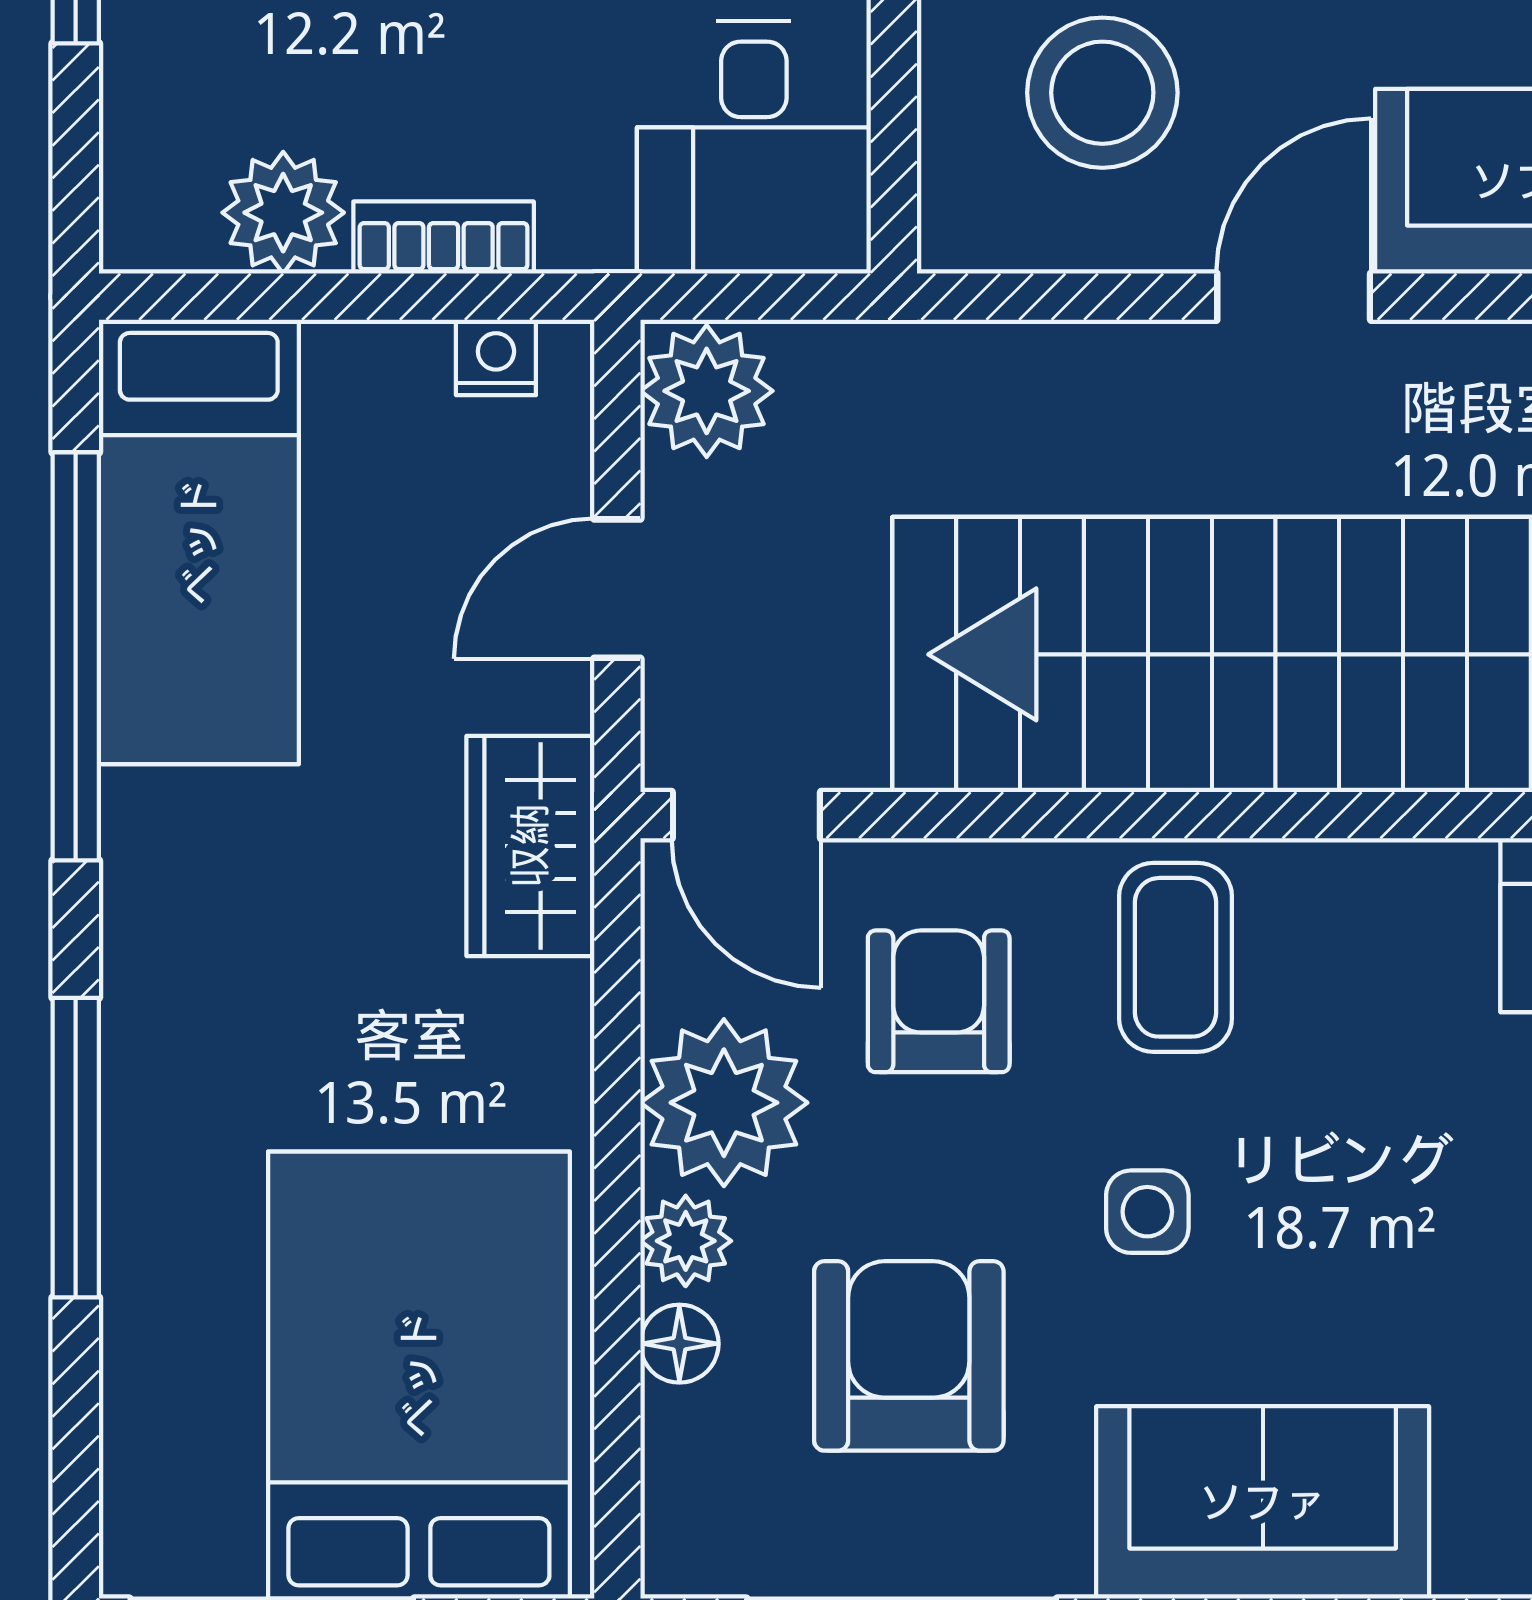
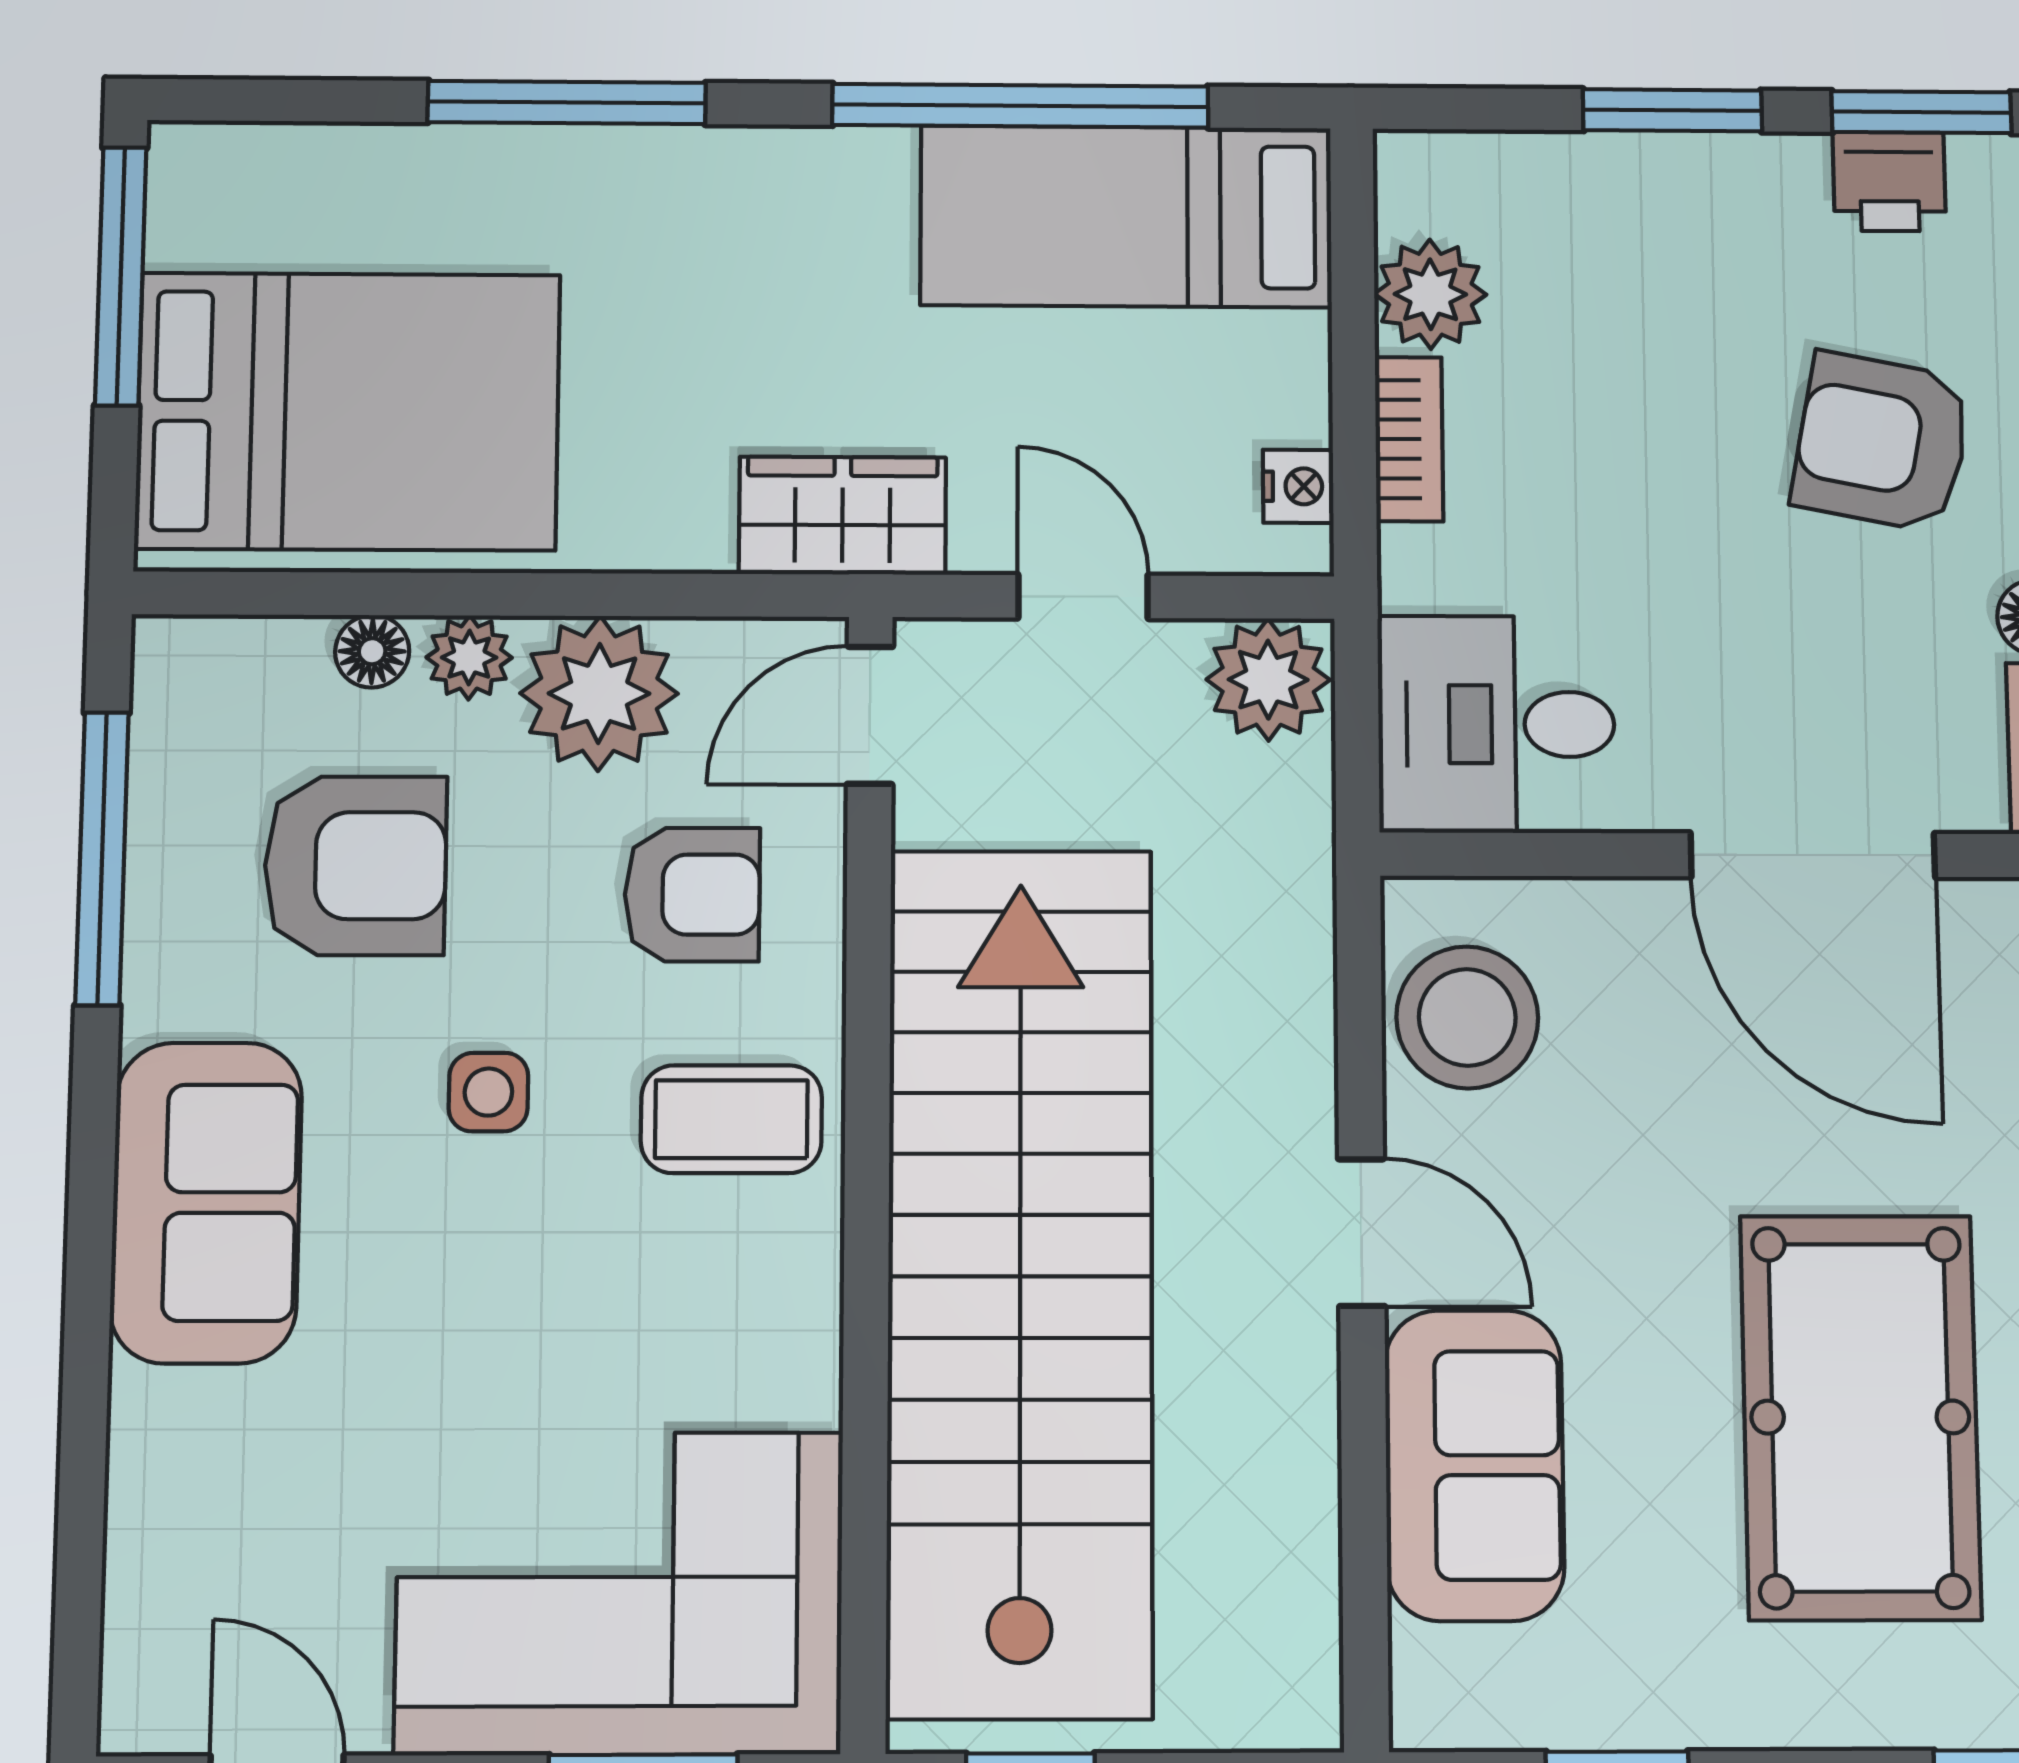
stool: (1102, 93) -> (1467, 1017), moved

